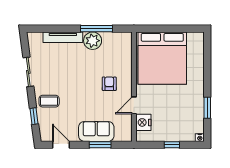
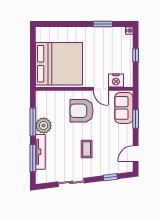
window: (56, 29) -> (33, 158), added
armchair: (109, 84) -> (82, 111), width x1.88, depth x1.88
coffee table: (49, 101) -> (87, 149), moved
sofa: (96, 131) -> (124, 108), moved

